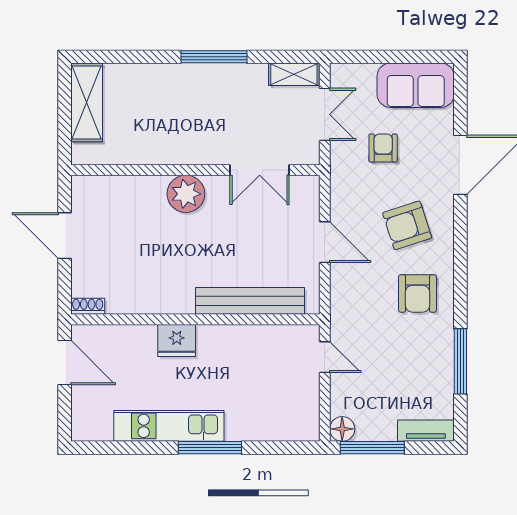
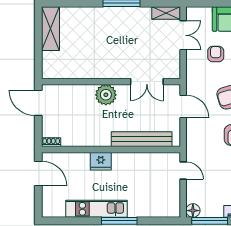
wall: (195, 170) -> (111, 82), moved
double door: (260, 170) -> (147, 82), moved
plant: (186, 194) -> (106, 95), moved

